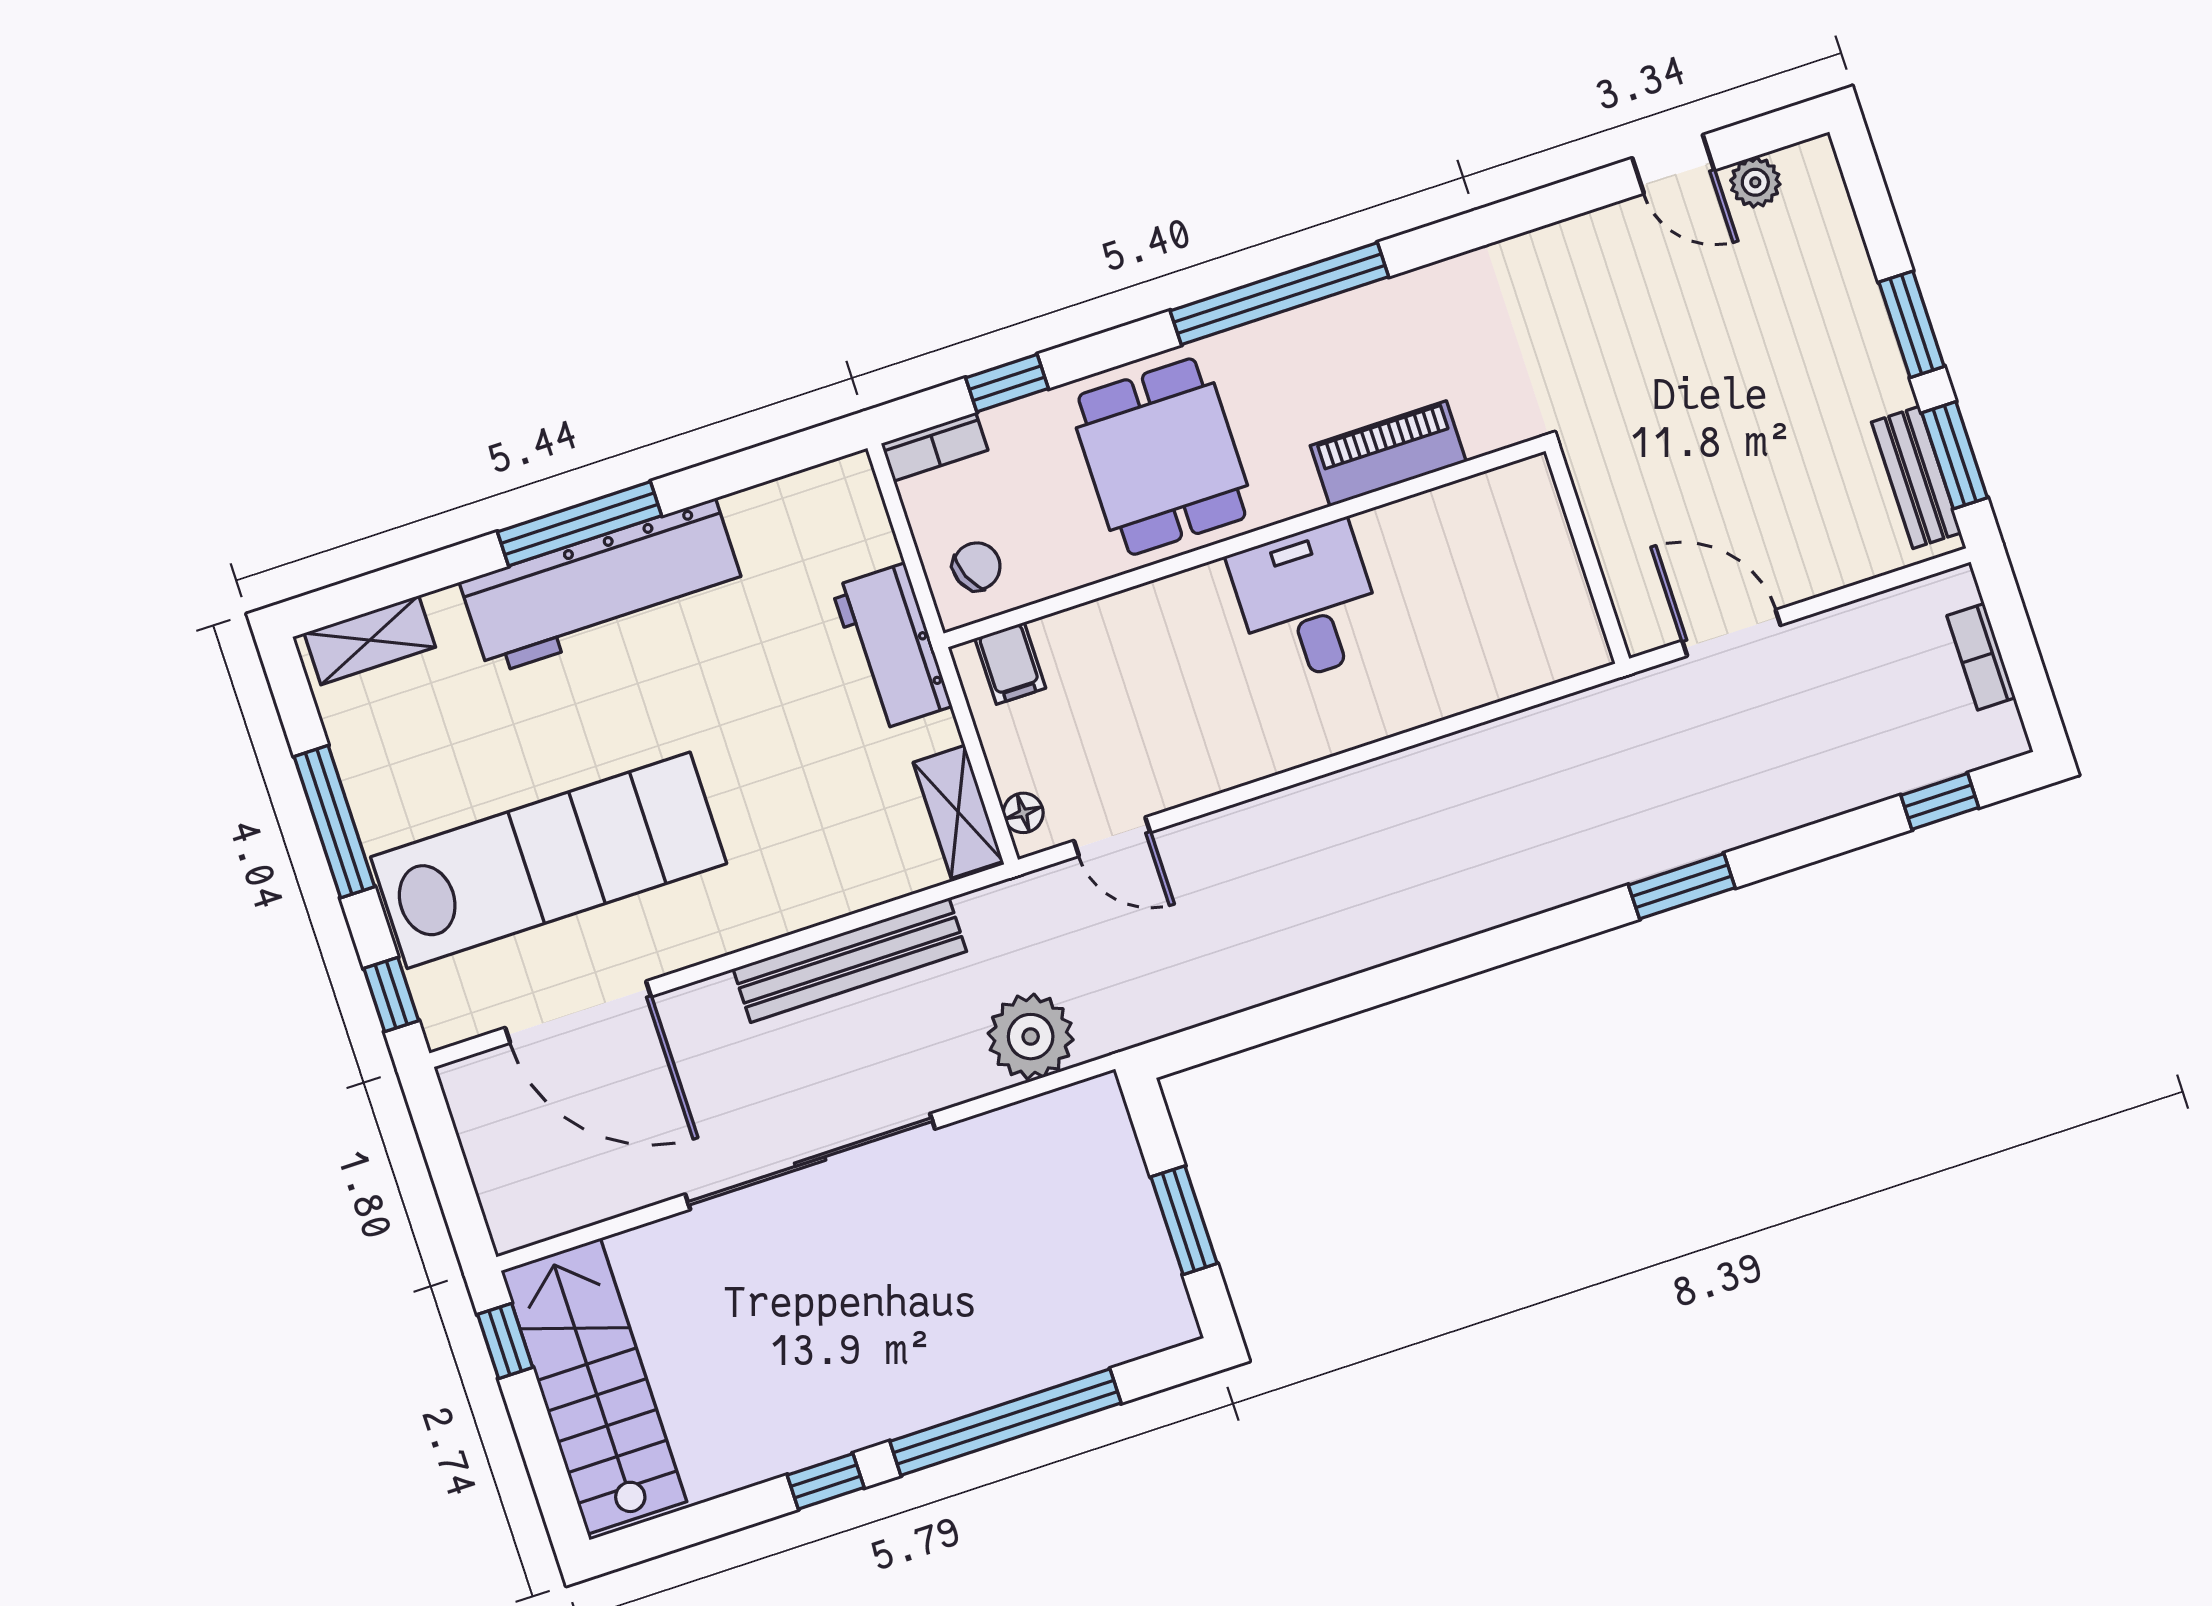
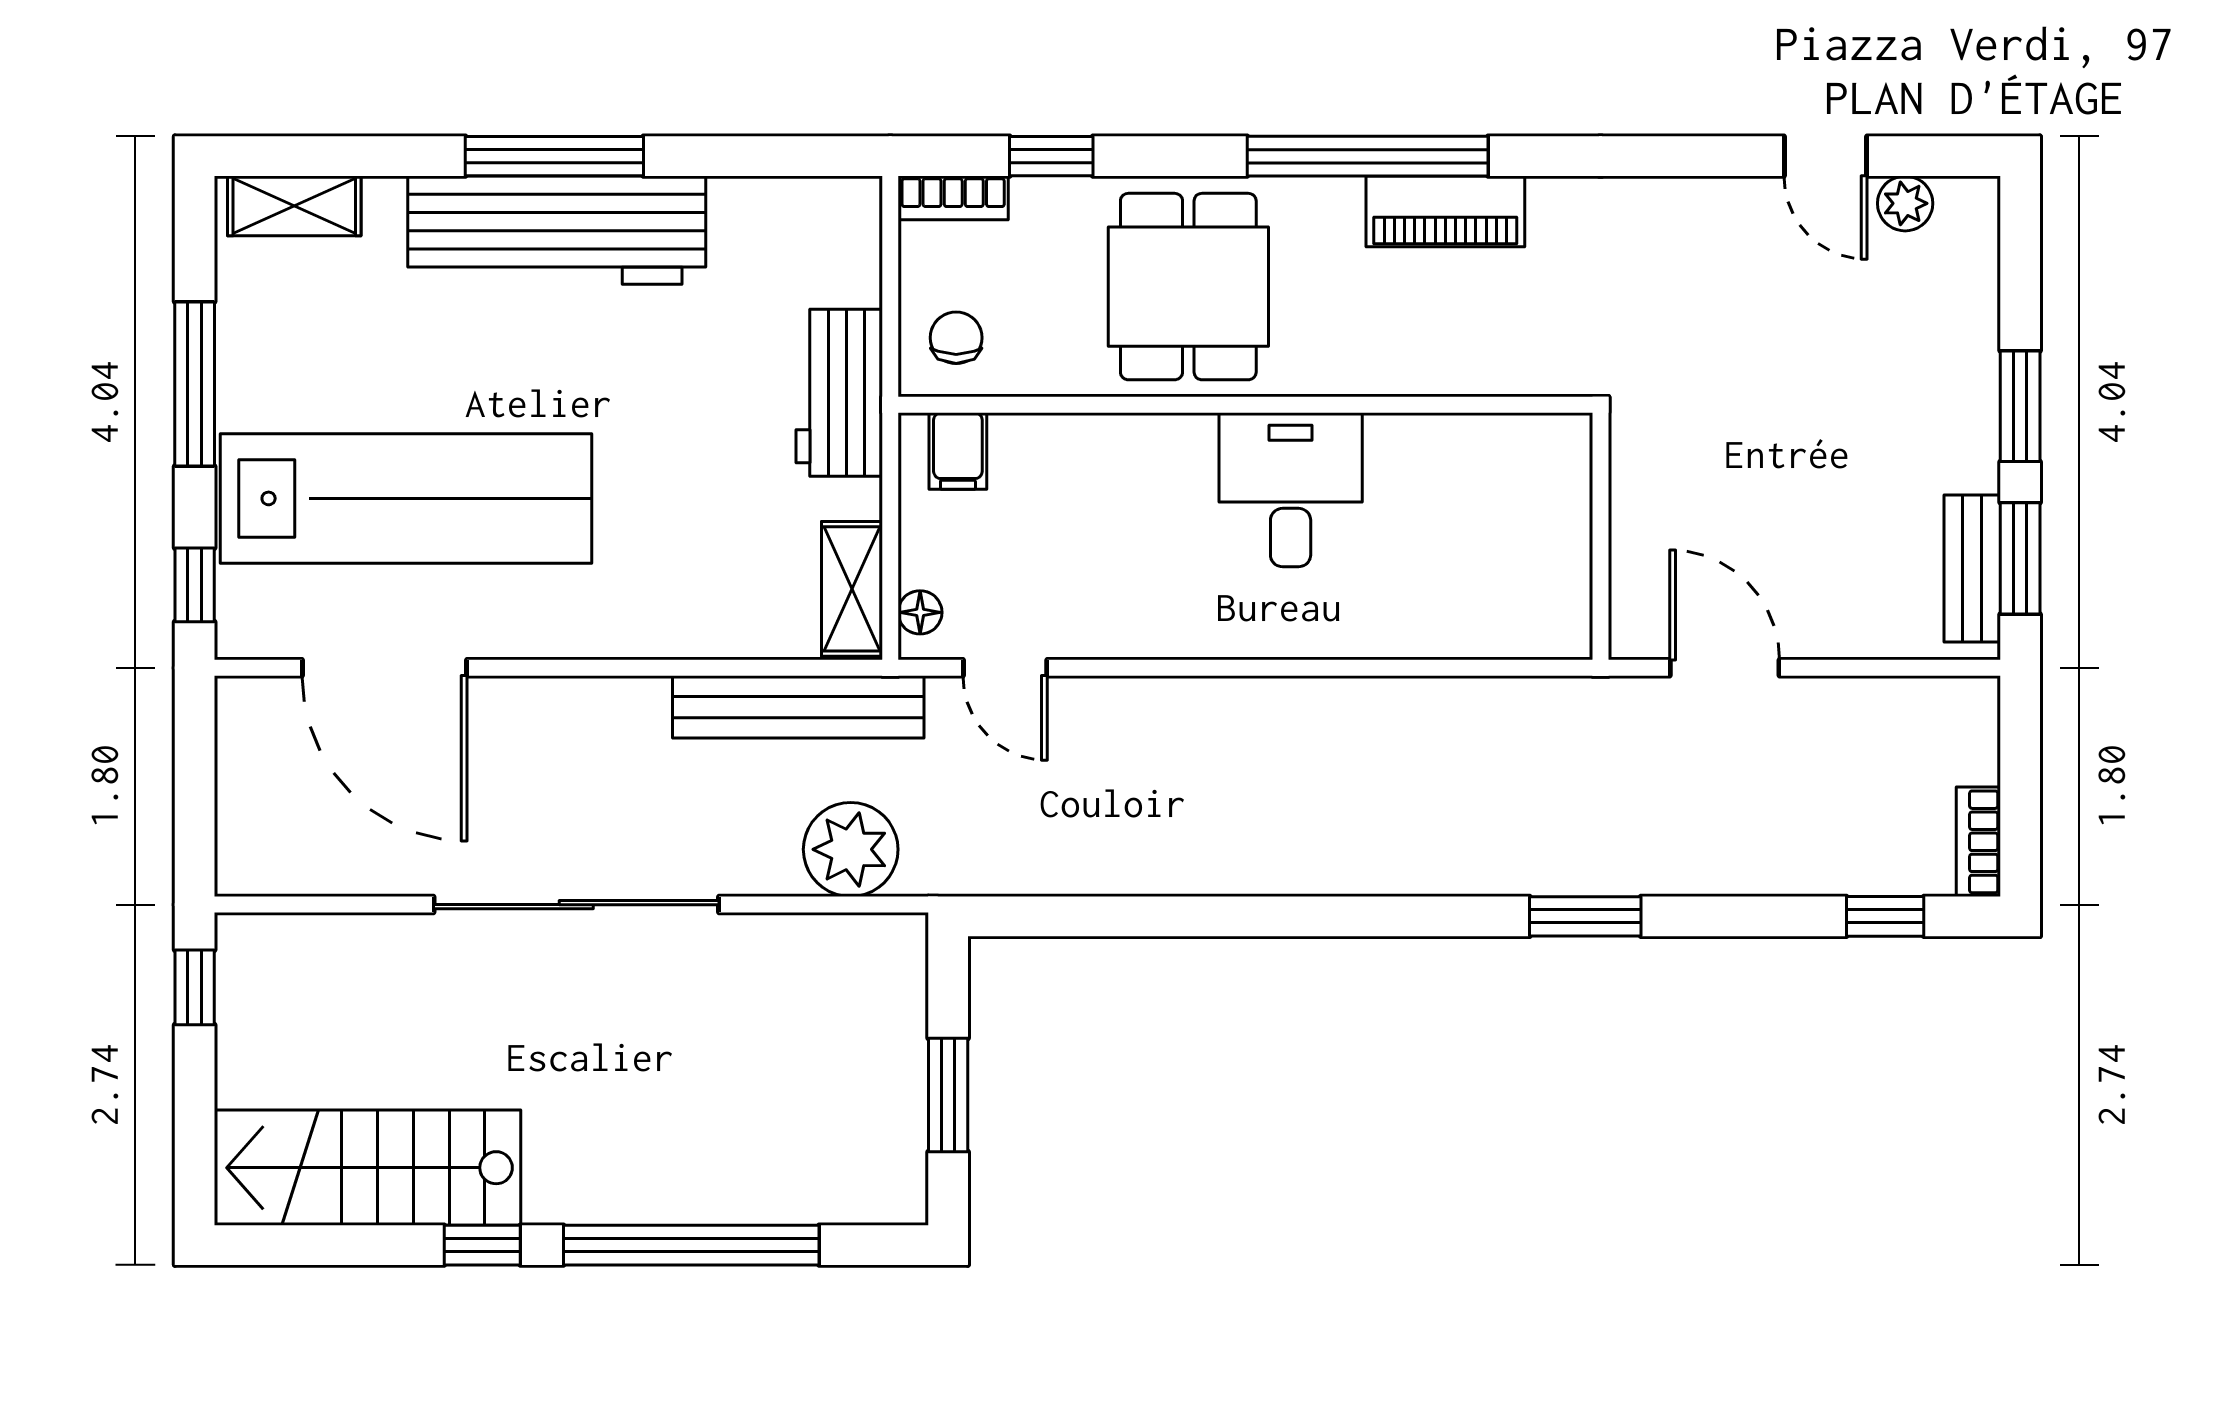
piano: (1388, 454) -> (1445, 211), moved, turned 180
chair: (977, 566) -> (956, 338), turned -67
bookcase: (1981, 657) -> (1978, 842), moved
bench: (850, 960) -> (798, 707), moved
stairs: (594, 1386) -> (367, 1168), moved, turned -90

